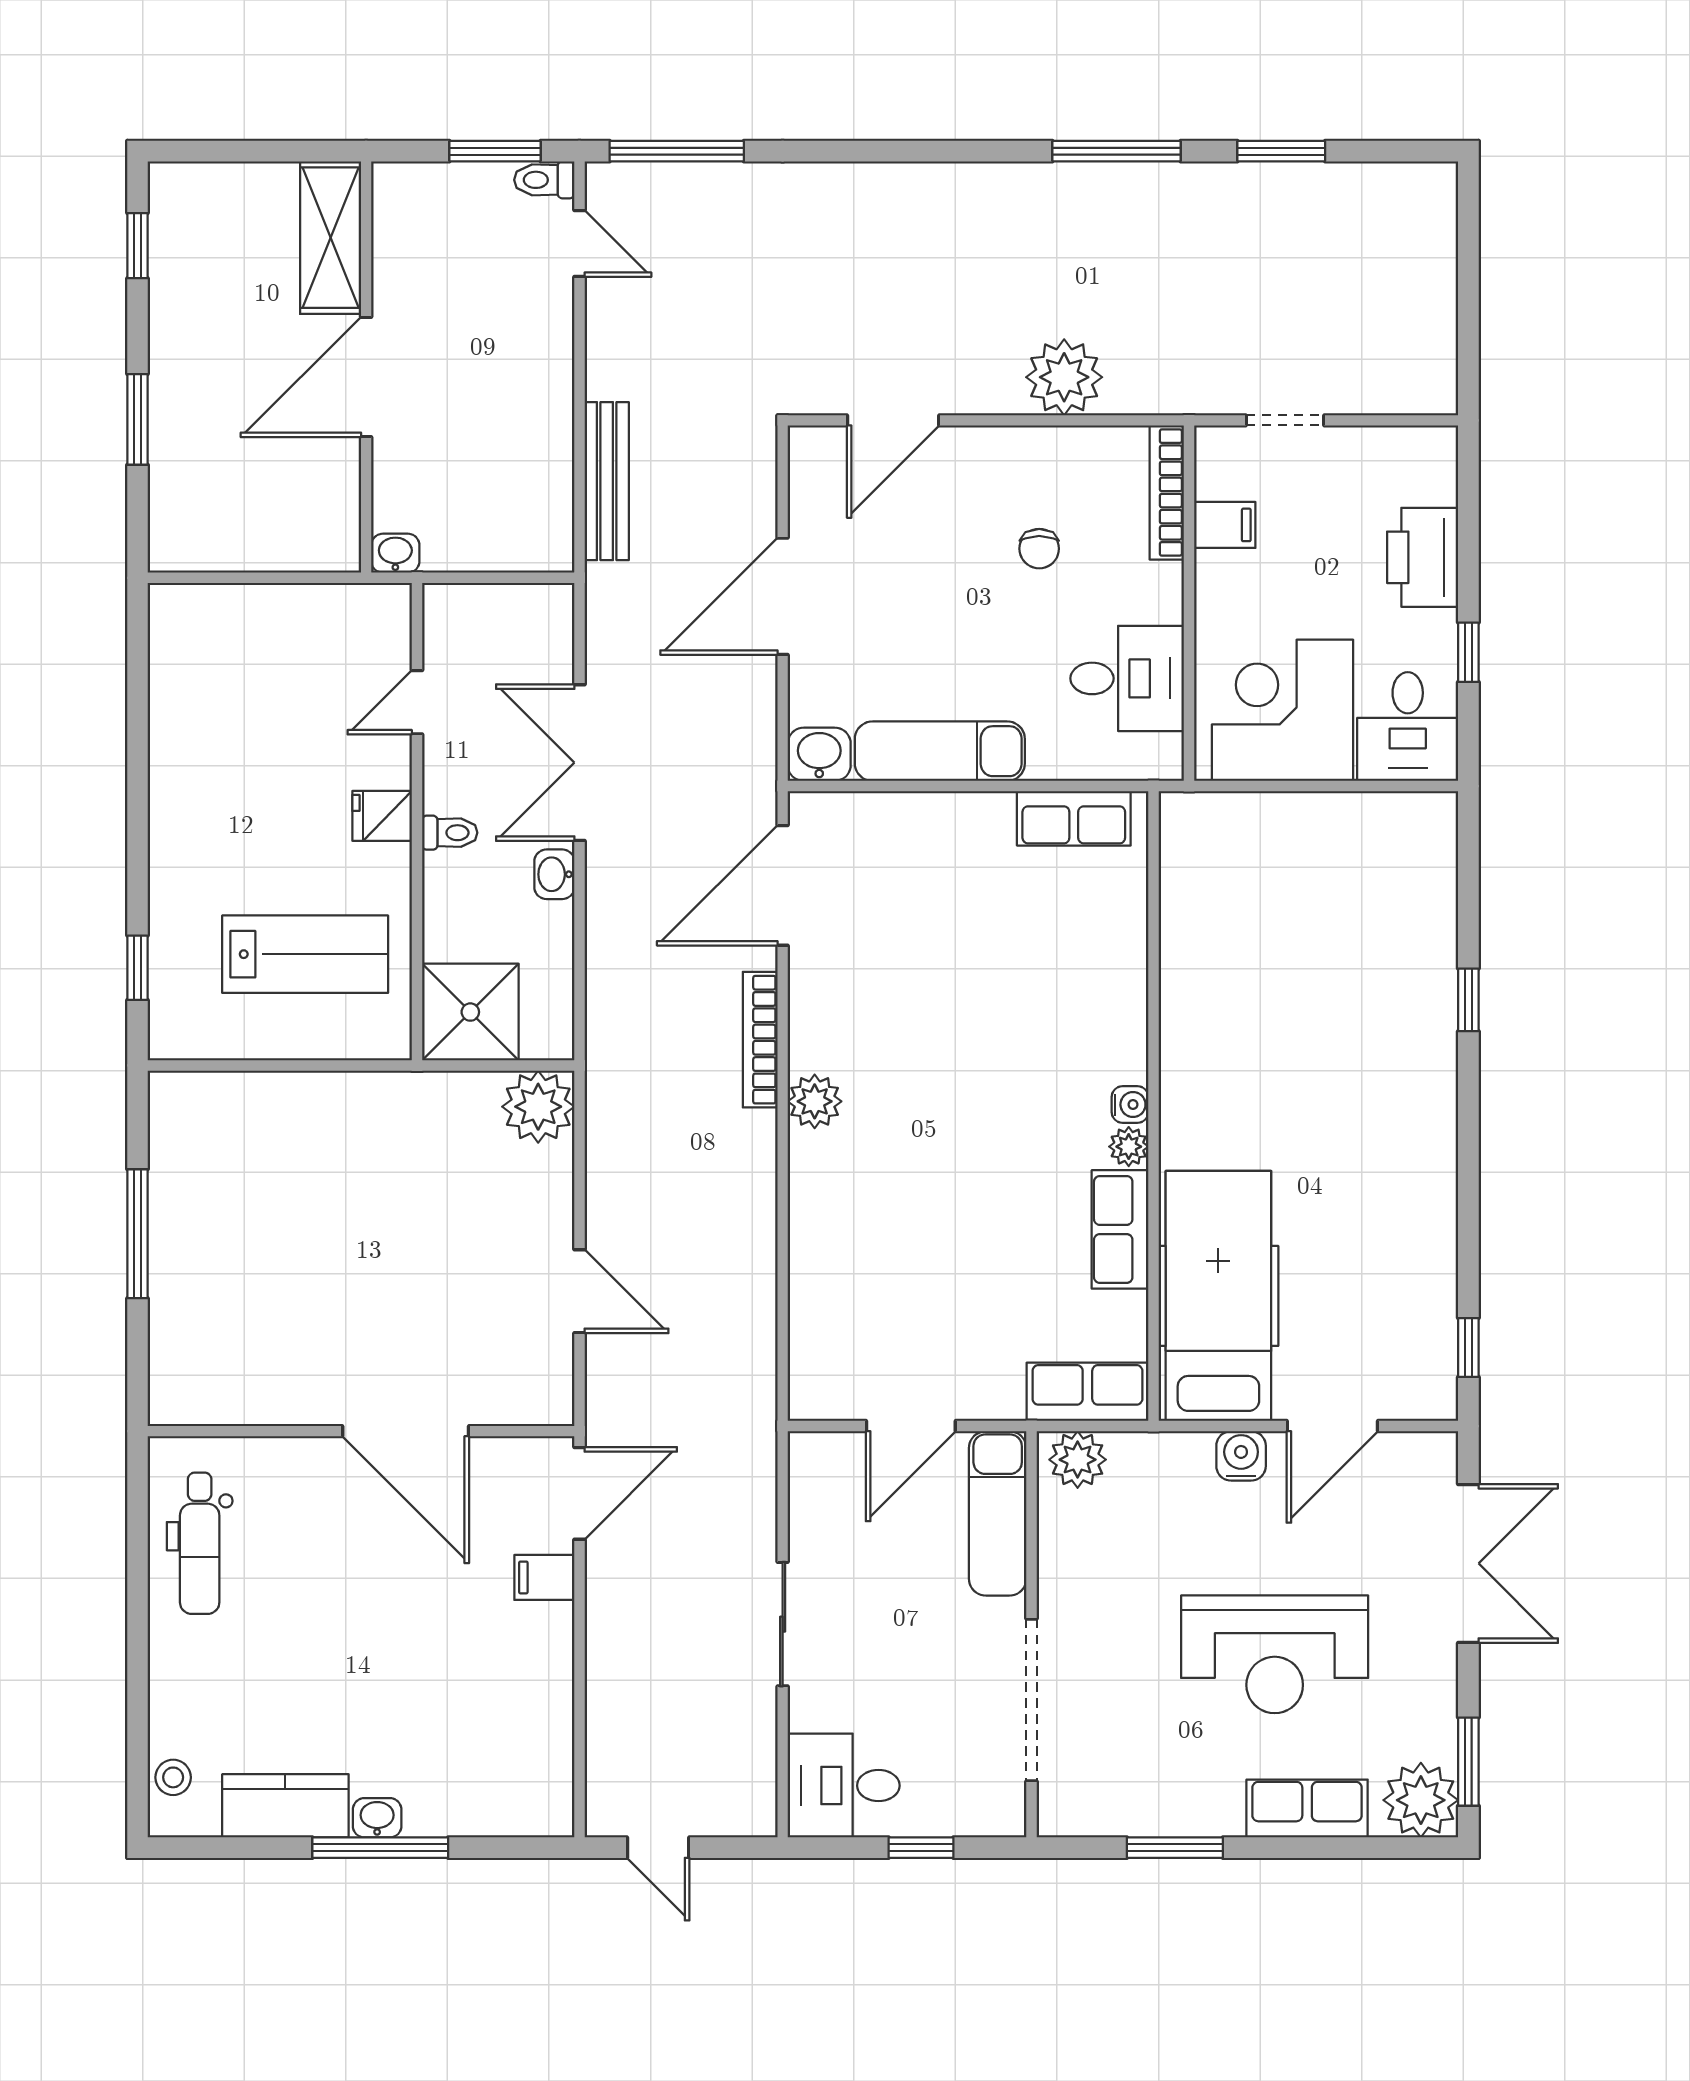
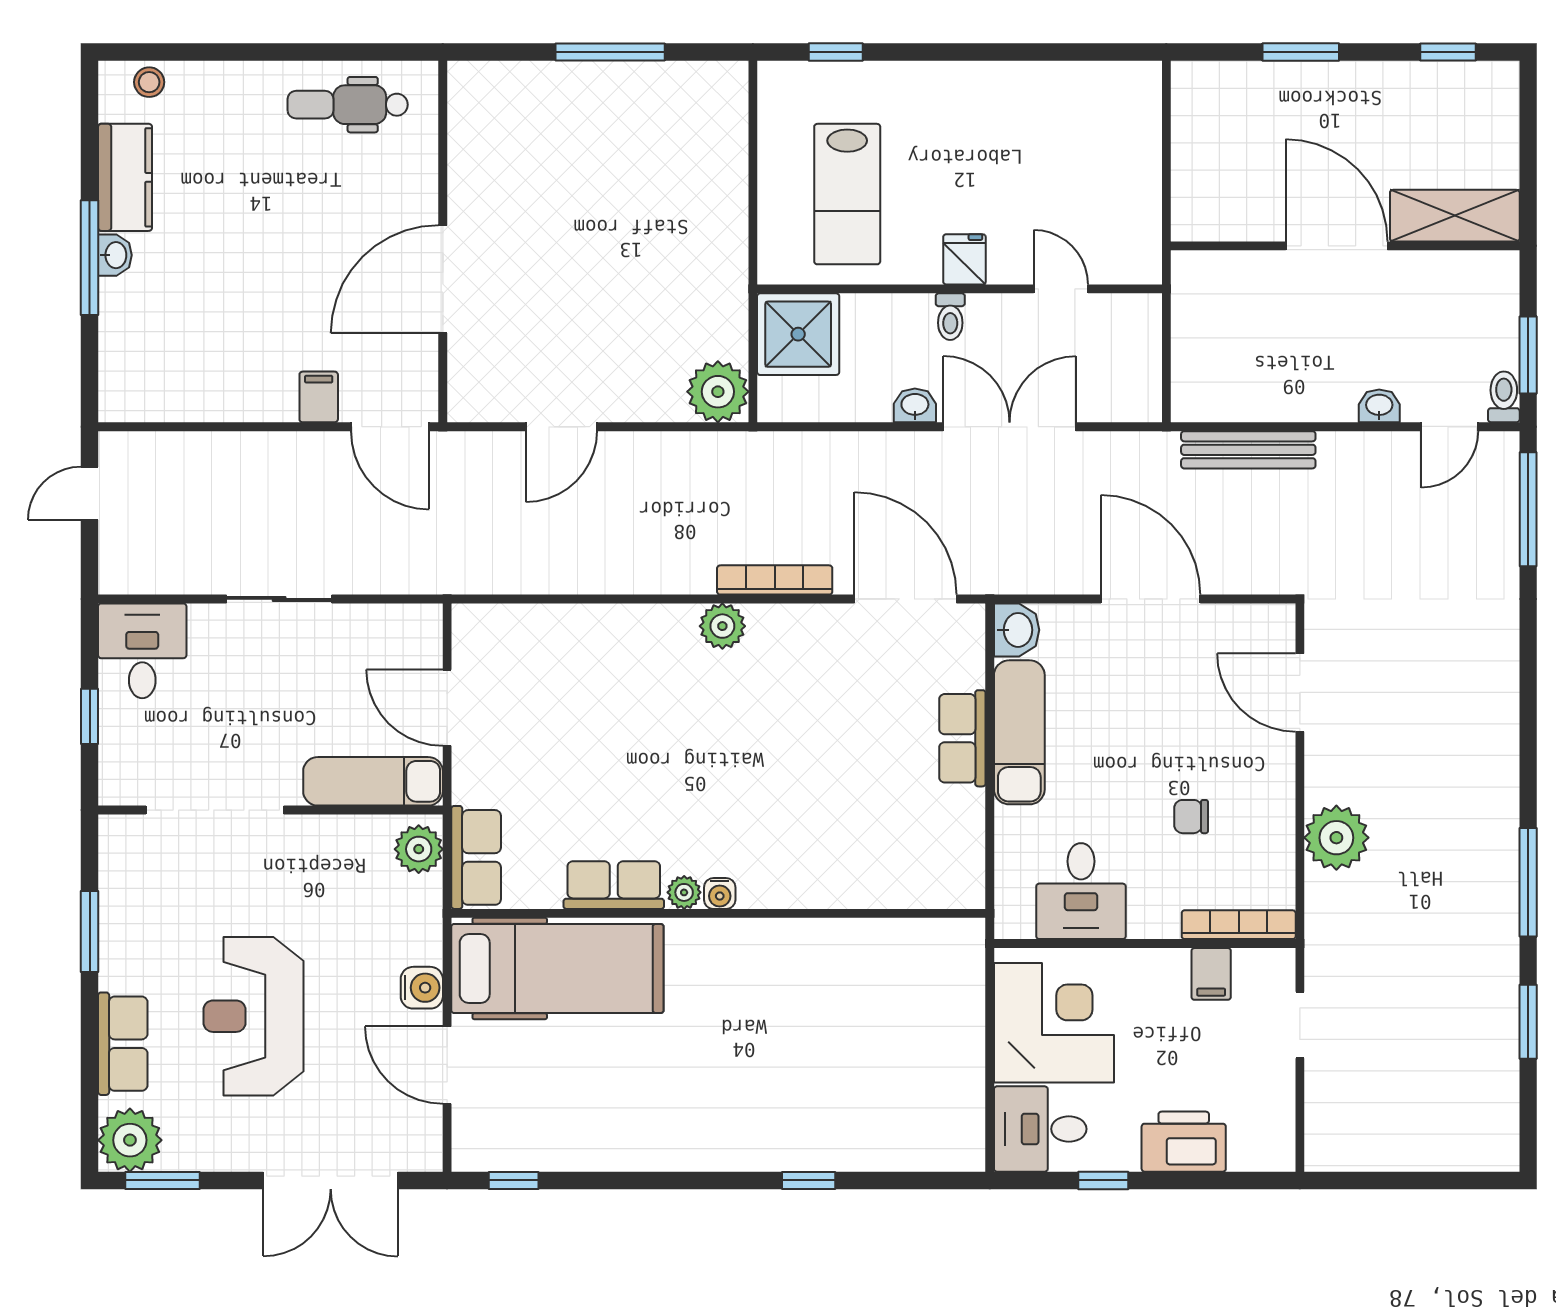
washbasin: (395, 553) -> (1379, 406), moved, turned -90
row of seats: (1074, 818) -> (962, 738), moved

